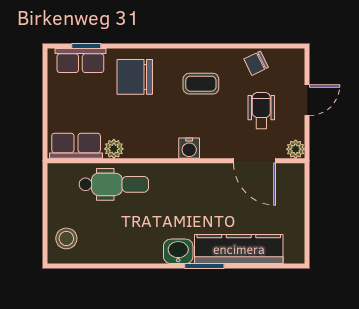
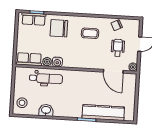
water cooler: (189, 148) -> (57, 62), moved
washbasin: (178, 251) -> (46, 110), moved

